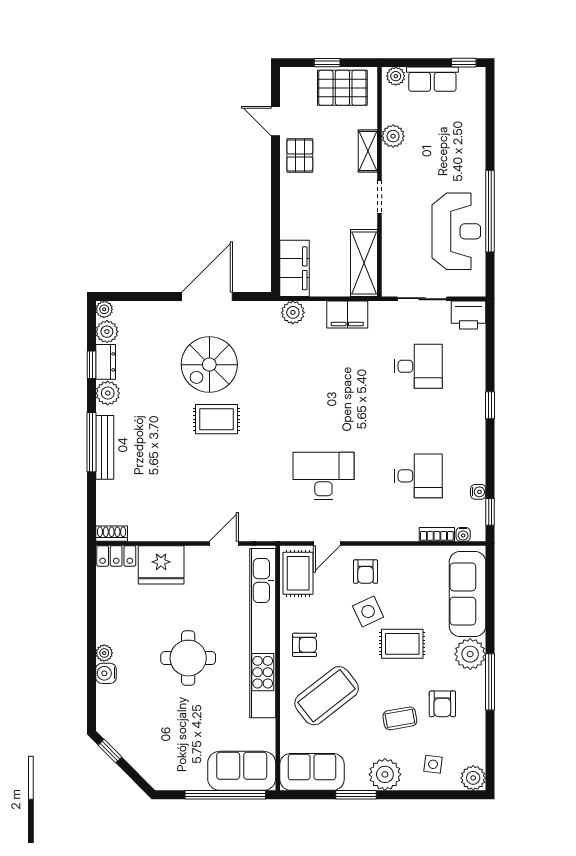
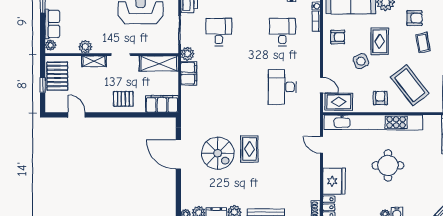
door: (276, 121) -> (77, 115), swing flipped
pallet: (300, 155) -> (123, 99), moved
plant: (293, 312) -> (188, 54), moved
armchair: (366, 572) -> (338, 37), moved

